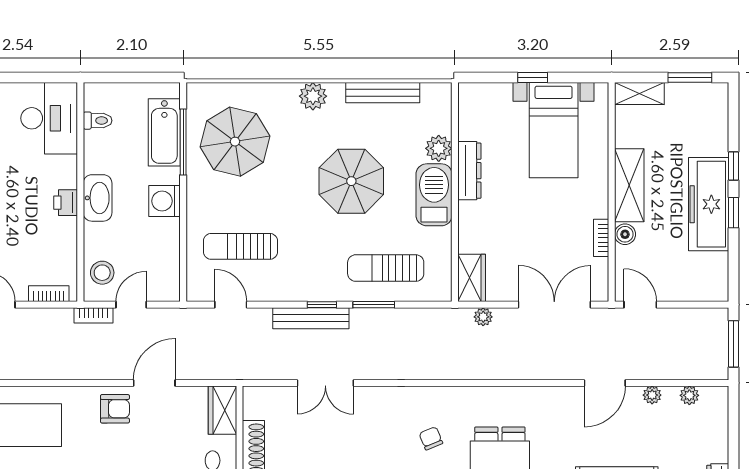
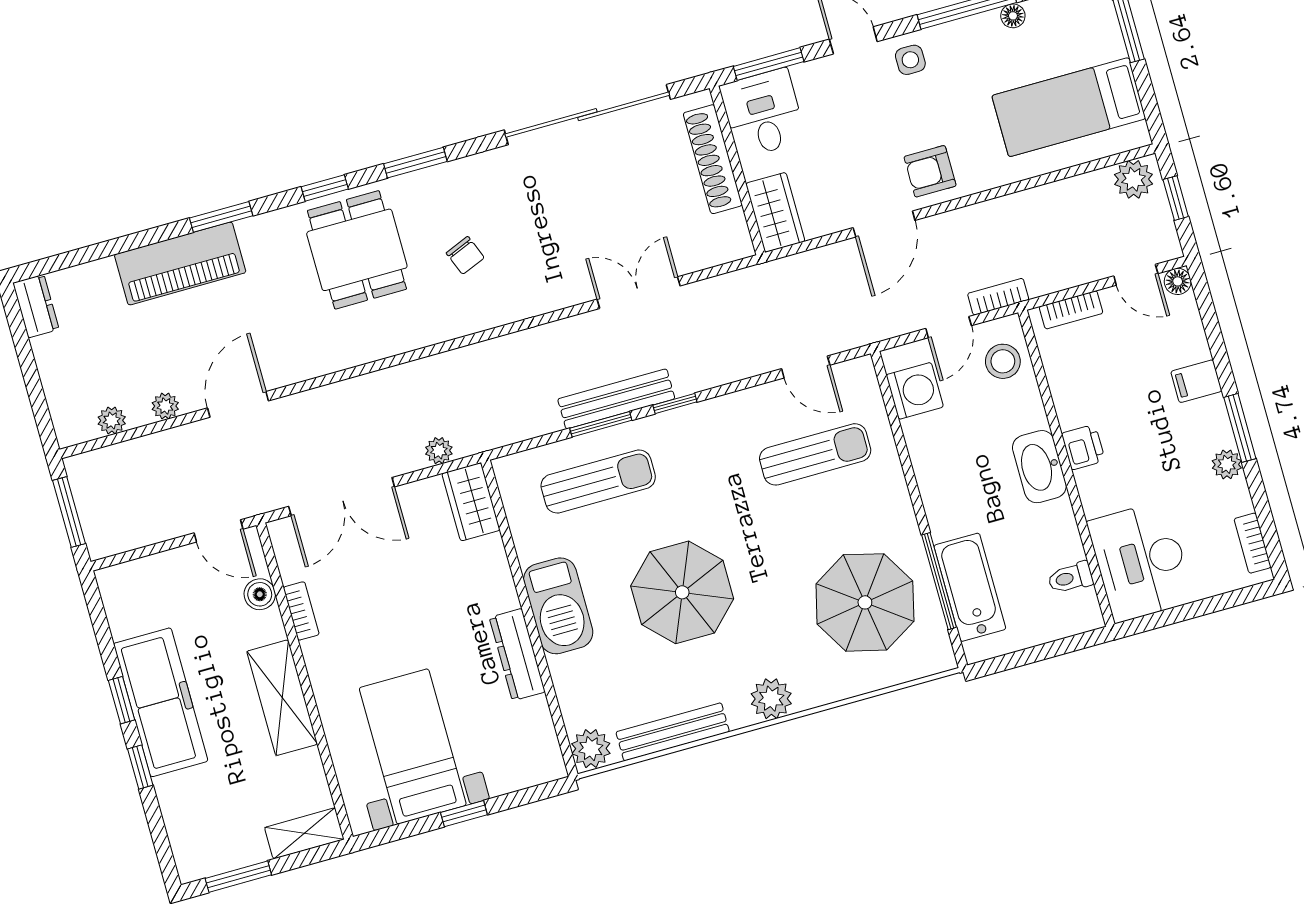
plant: (439, 148) -> (591, 749), moved
washing machine: (165, 201) -> (915, 391), moved
boiler: (625, 234) -> (260, 594), moved
bench: (311, 318) -> (616, 399), moved

